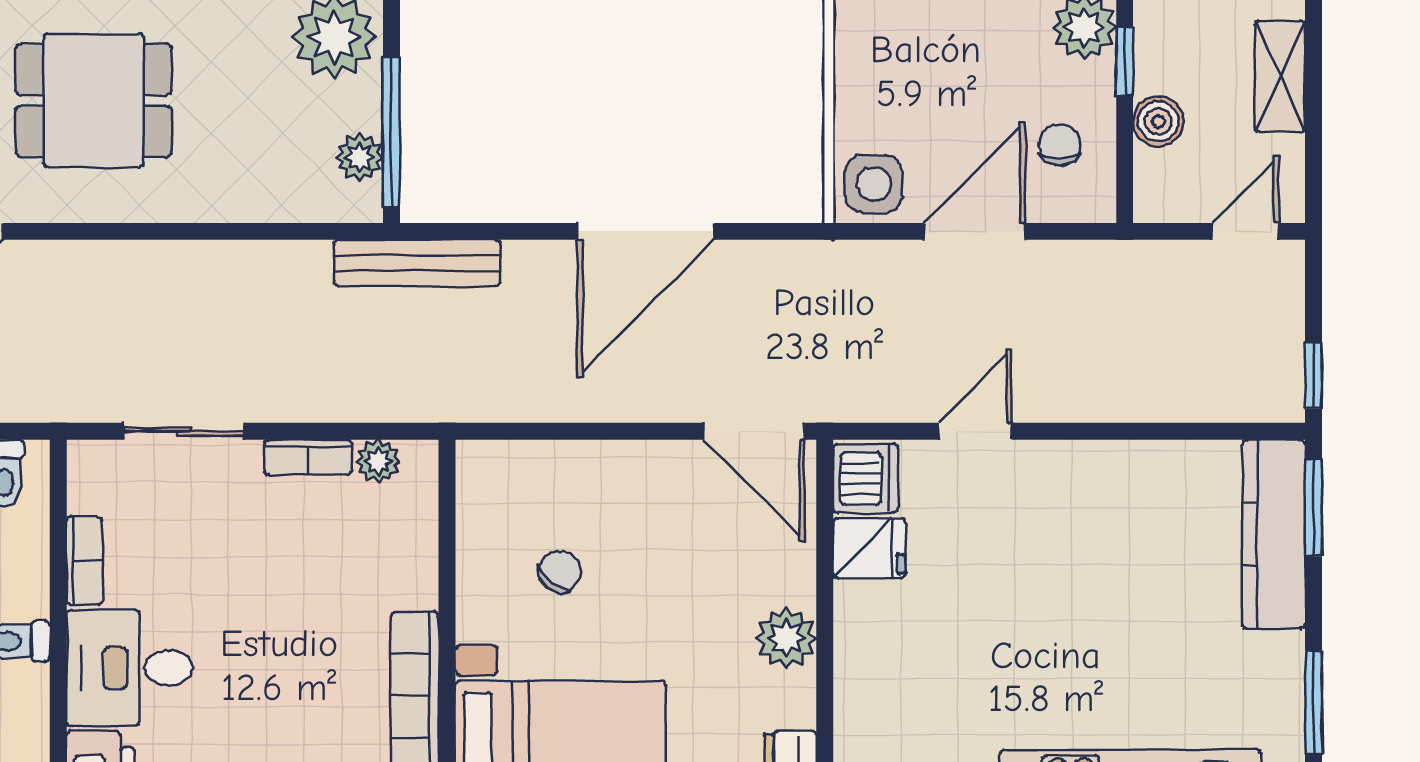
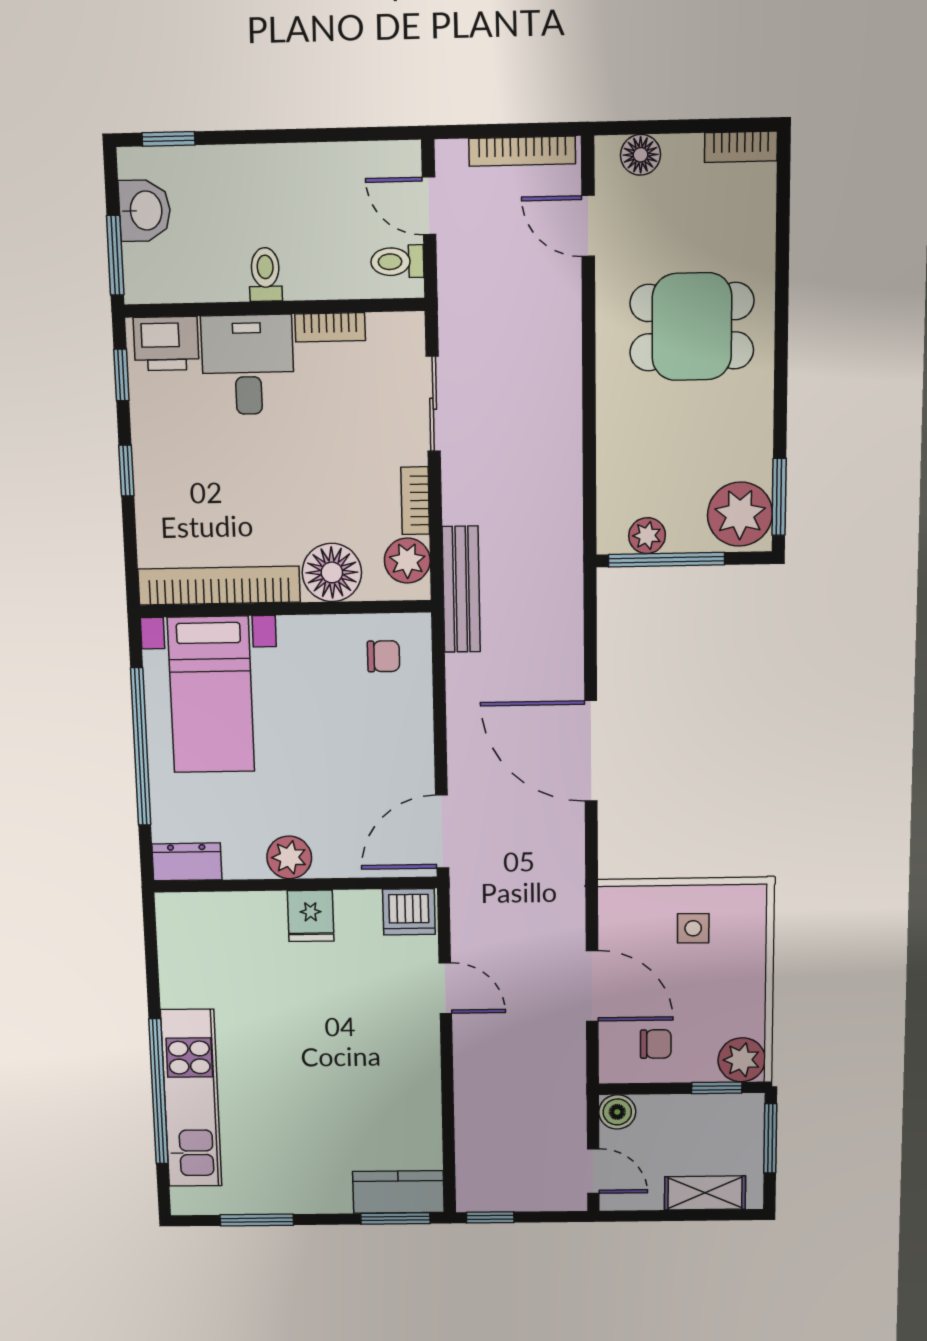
dining table: (93, 100) -> (692, 327), turned 90
boiler: (1158, 121) -> (617, 1112), moved
side table: (874, 184) -> (693, 928), moved, width x0.73, depth x0.73
bench: (417, 263) -> (461, 589), moved
plant: (378, 461) -> (407, 561), width x1.38, depth x1.38
kitchen counter: (1274, 534) -> (398, 1192), width x0.67
fridge: (869, 548) -> (311, 916), moved
floor lamp: (400, 568) -> (332, 572), added
chair: (560, 571) -> (384, 656), moved, turned -39

